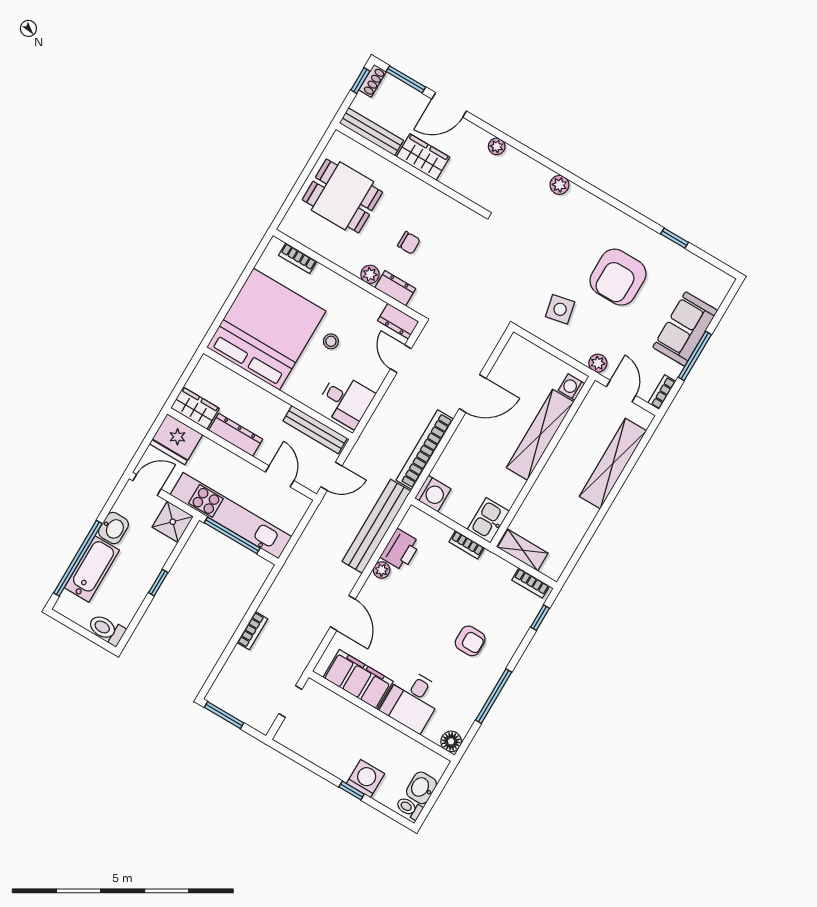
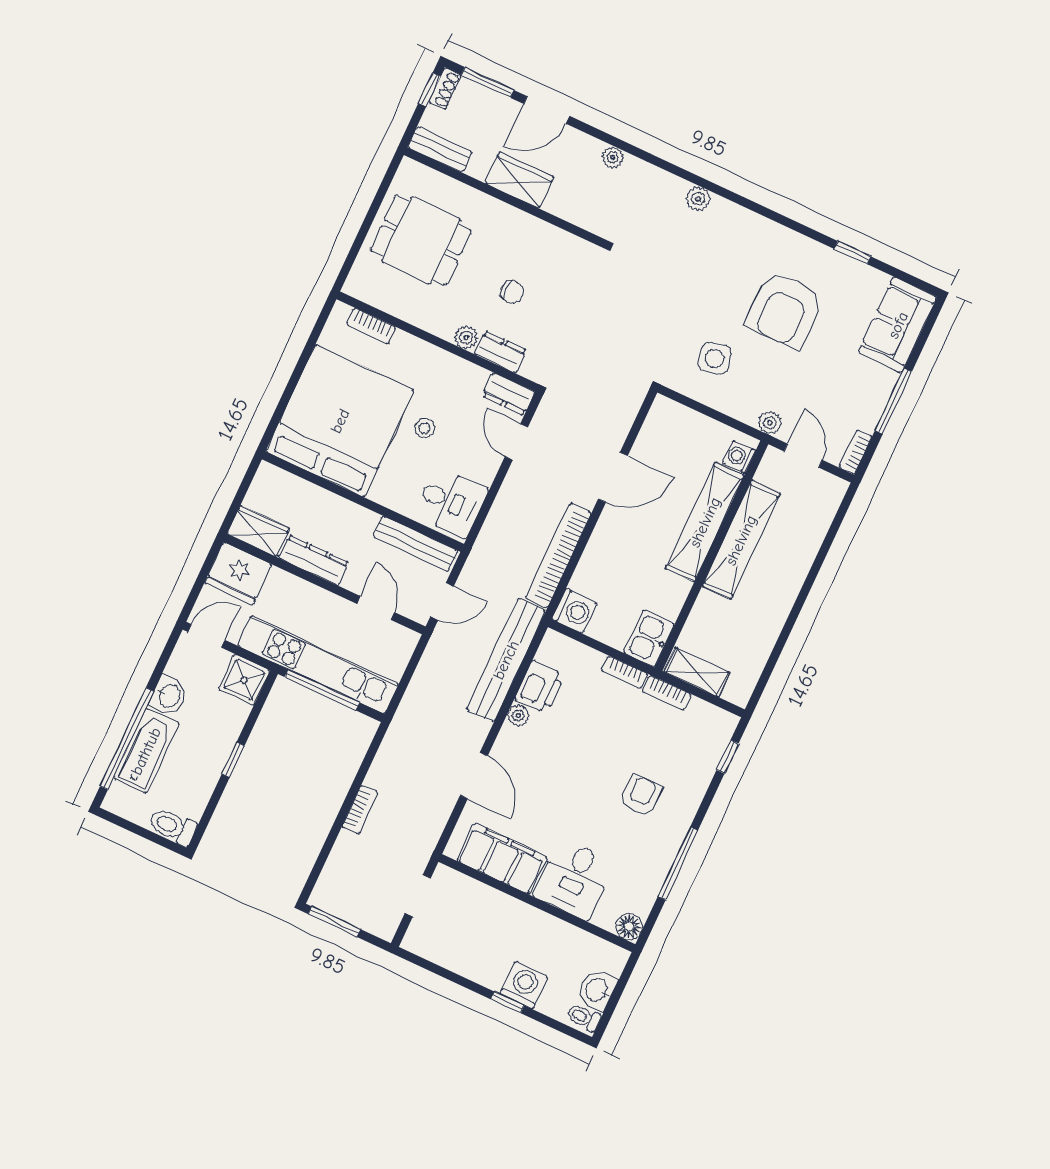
bench: (371, 132) -> (440, 149), width x0.73
sofa: (685, 329) -> (898, 325), moved
shelving: (613, 463) -> (741, 540), moved
bookcase: (531, 583) -> (667, 693), moved
armchair: (470, 641) -> (641, 795), turned -90

